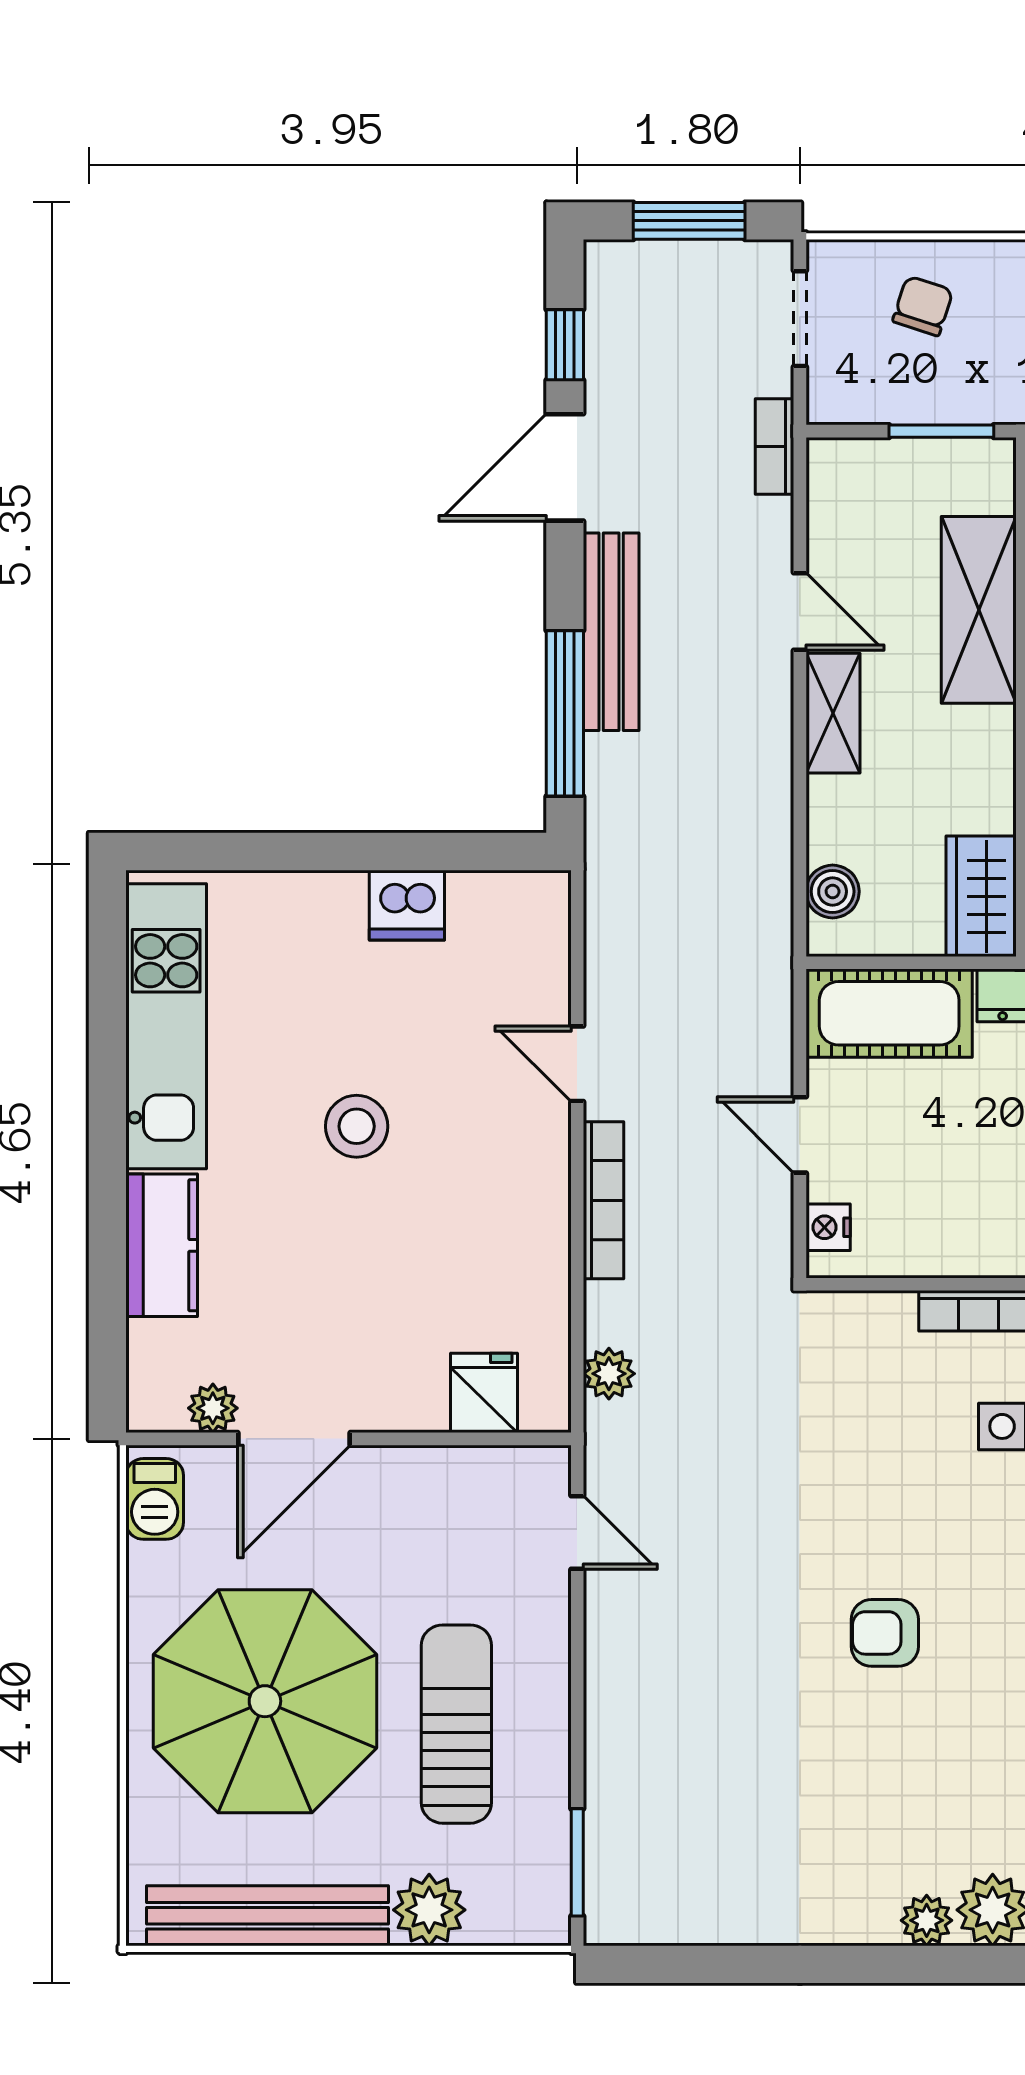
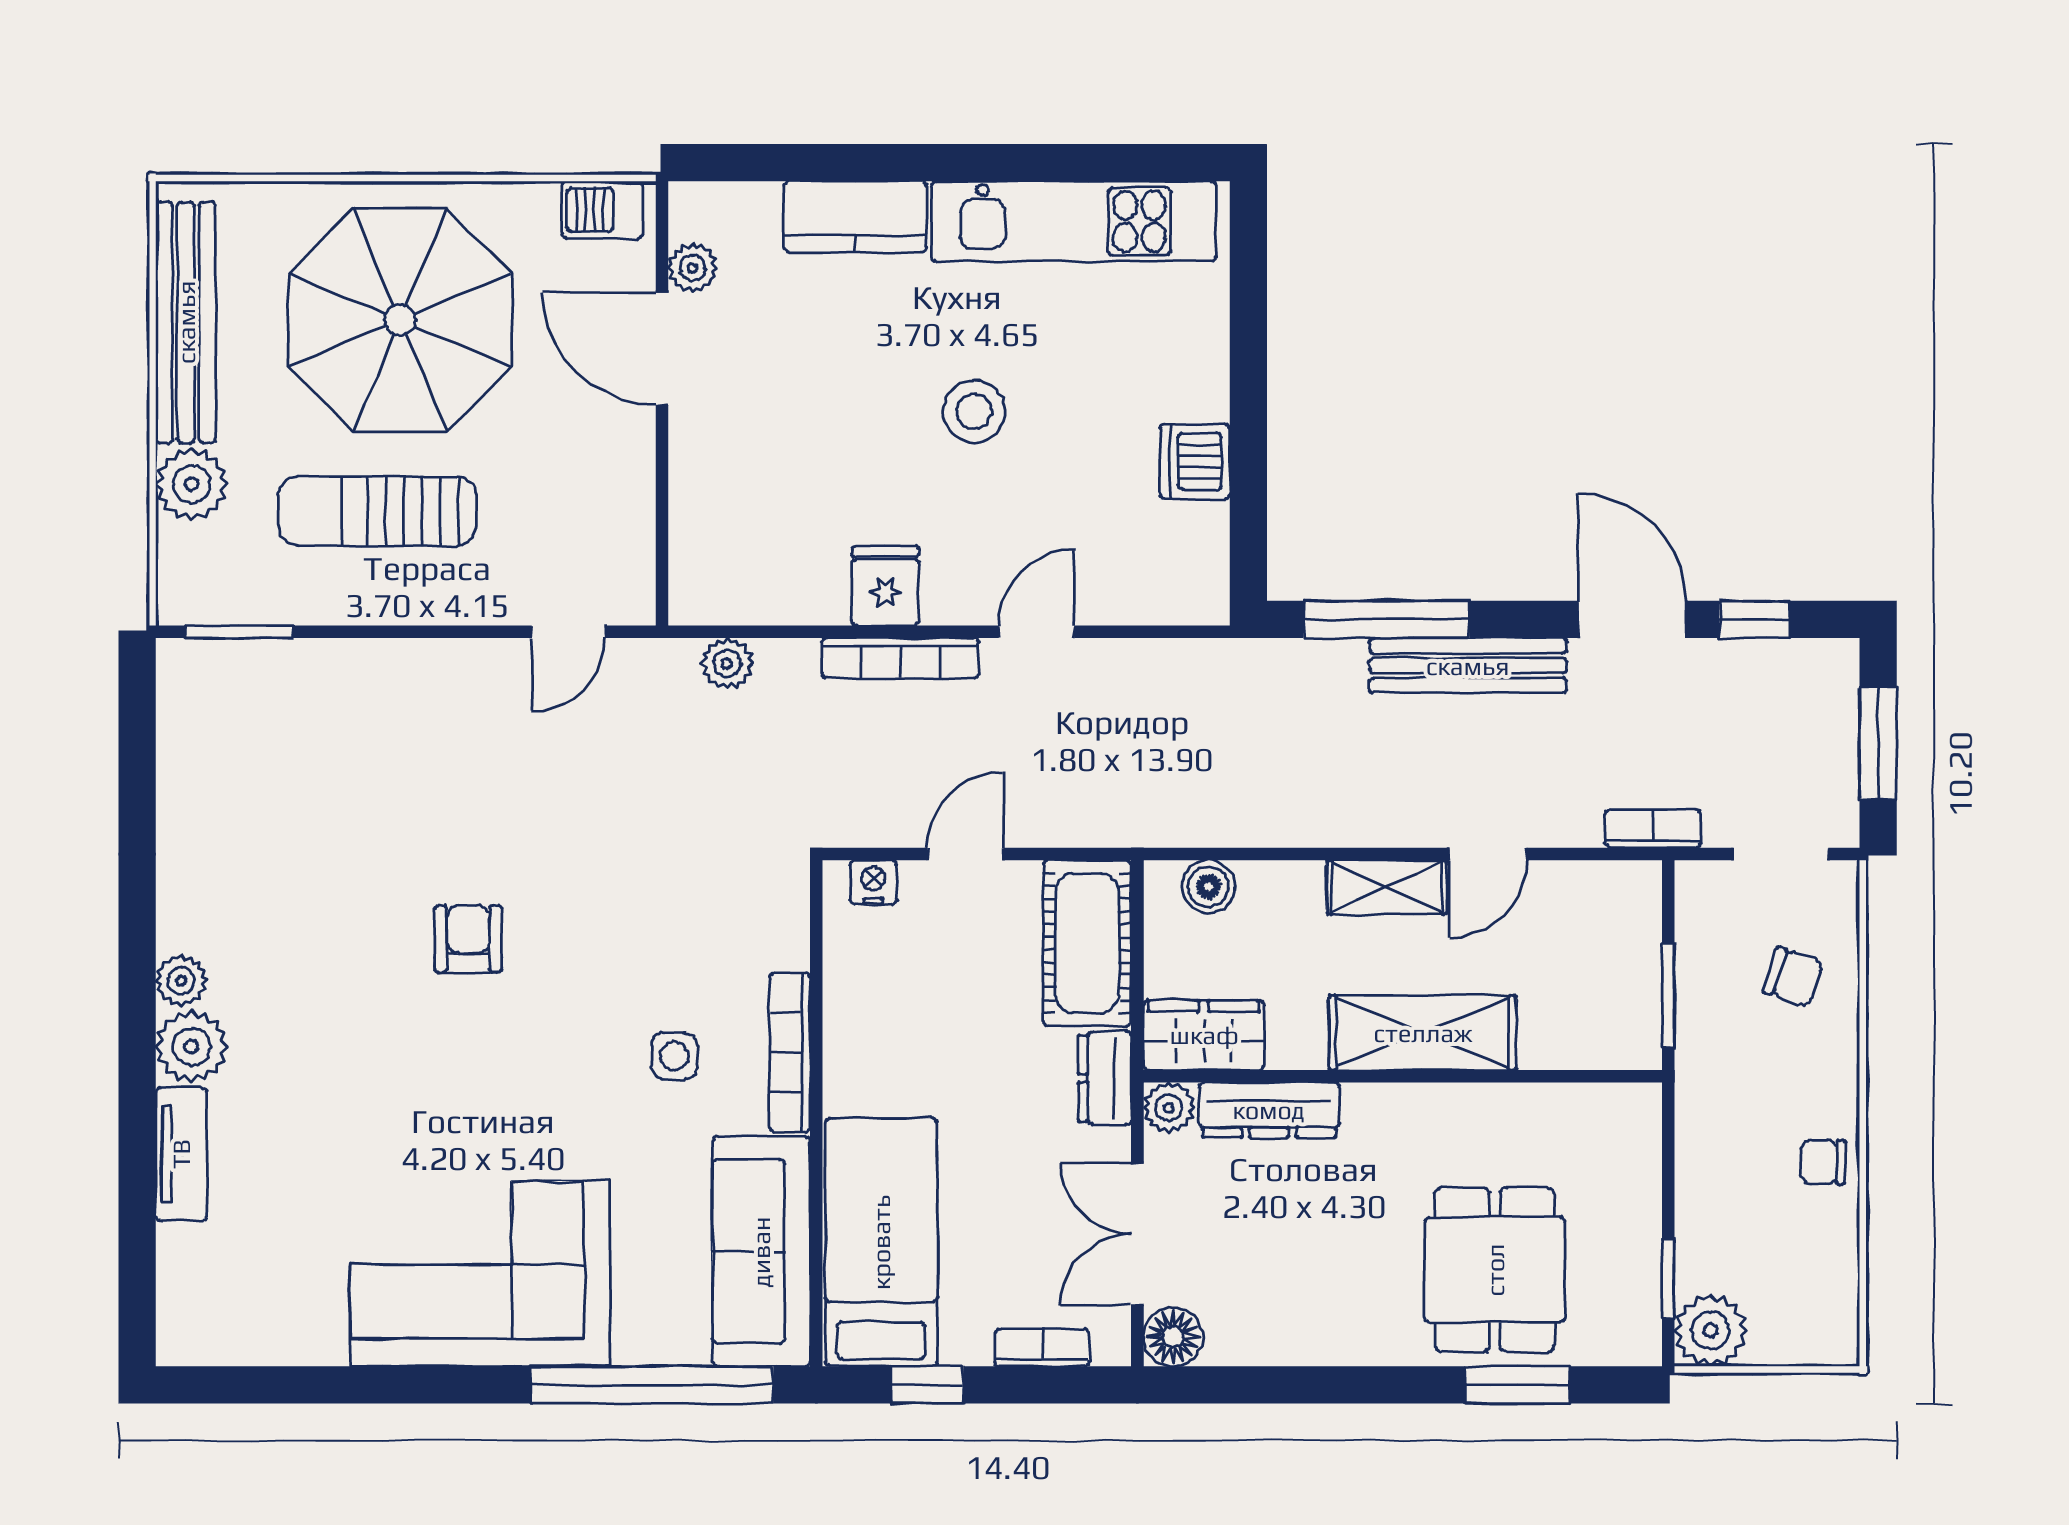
shelving: (979, 610) -> (1423, 1033), moved
fridge: (484, 1393) -> (885, 586), moved, turned -90
sun lounger: (456, 1724) -> (377, 511), turned 180

